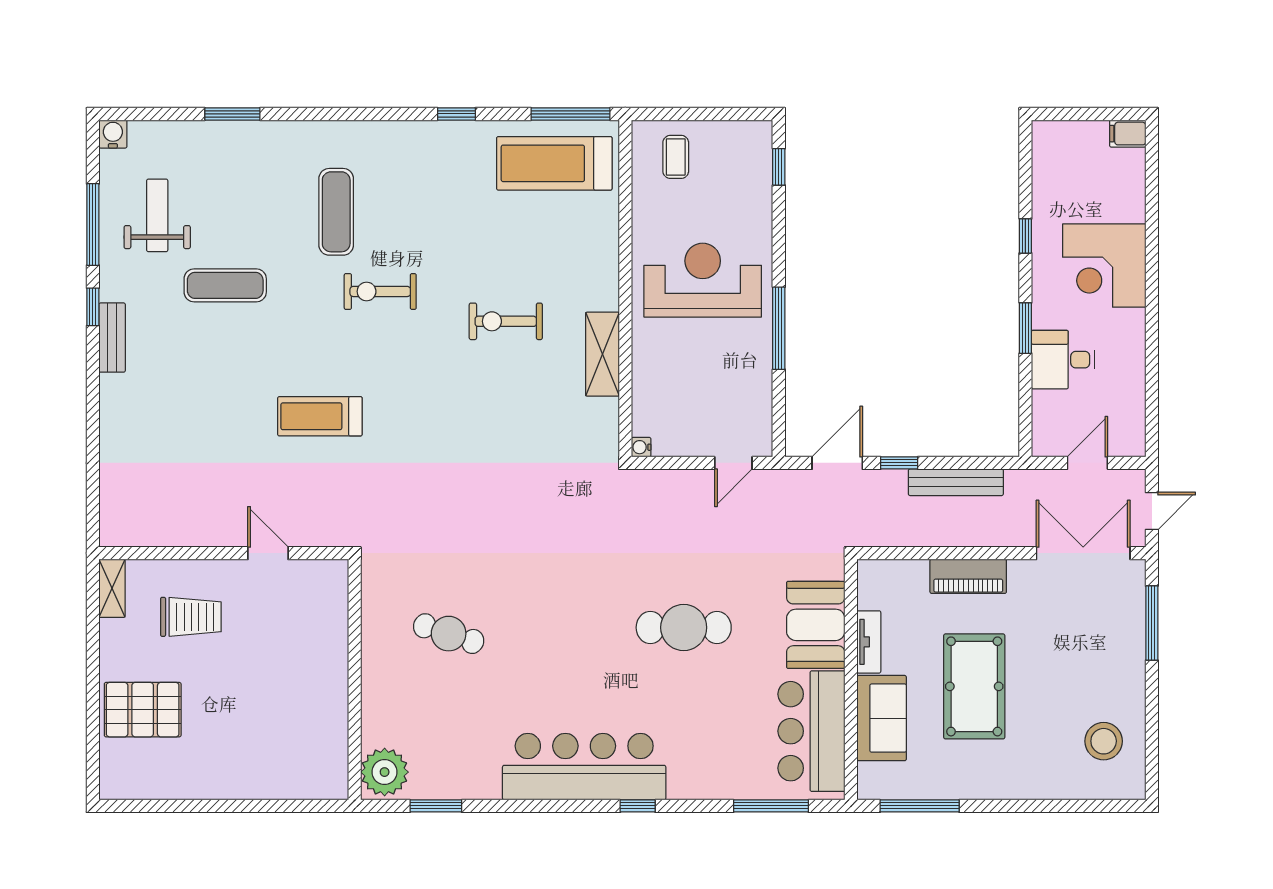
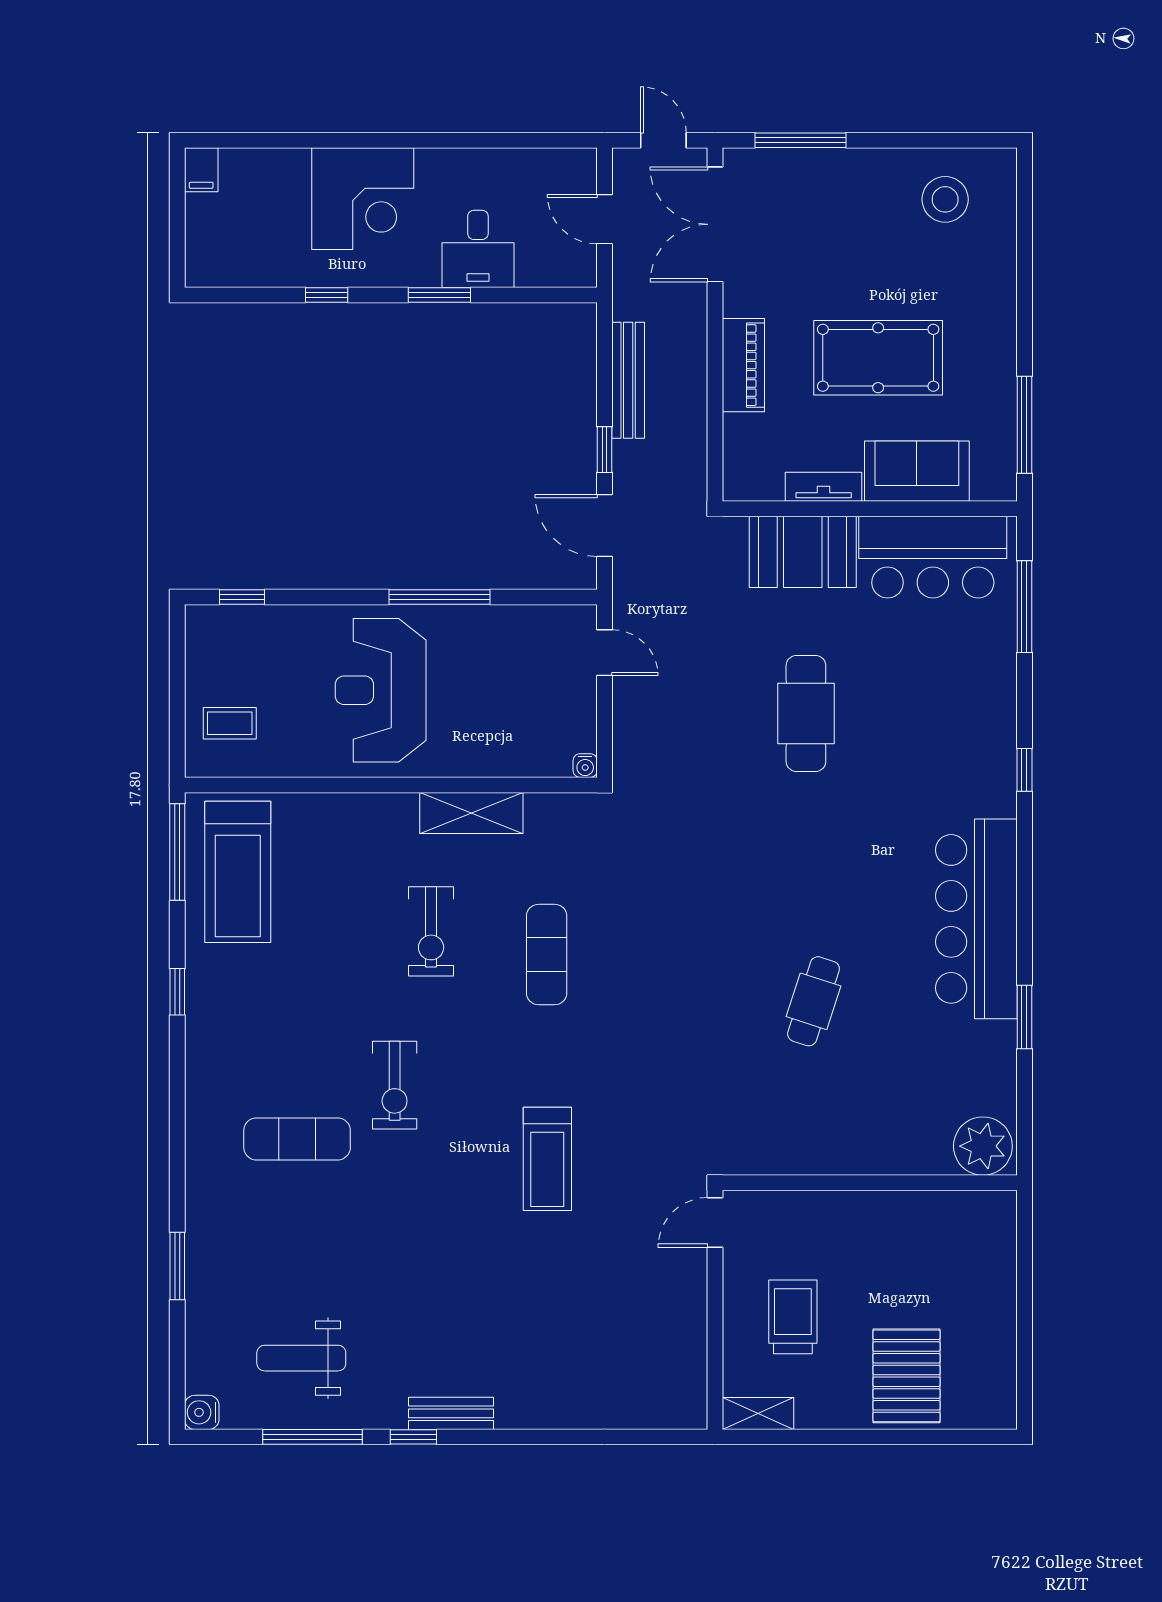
exercise mat: (225, 285) -> (547, 955), moved
wall: (355, 680) -> (870, 1183), moved
bar counter: (584, 767) -> (976, 919), moved
plant: (385, 772) -> (983, 1146), moved

